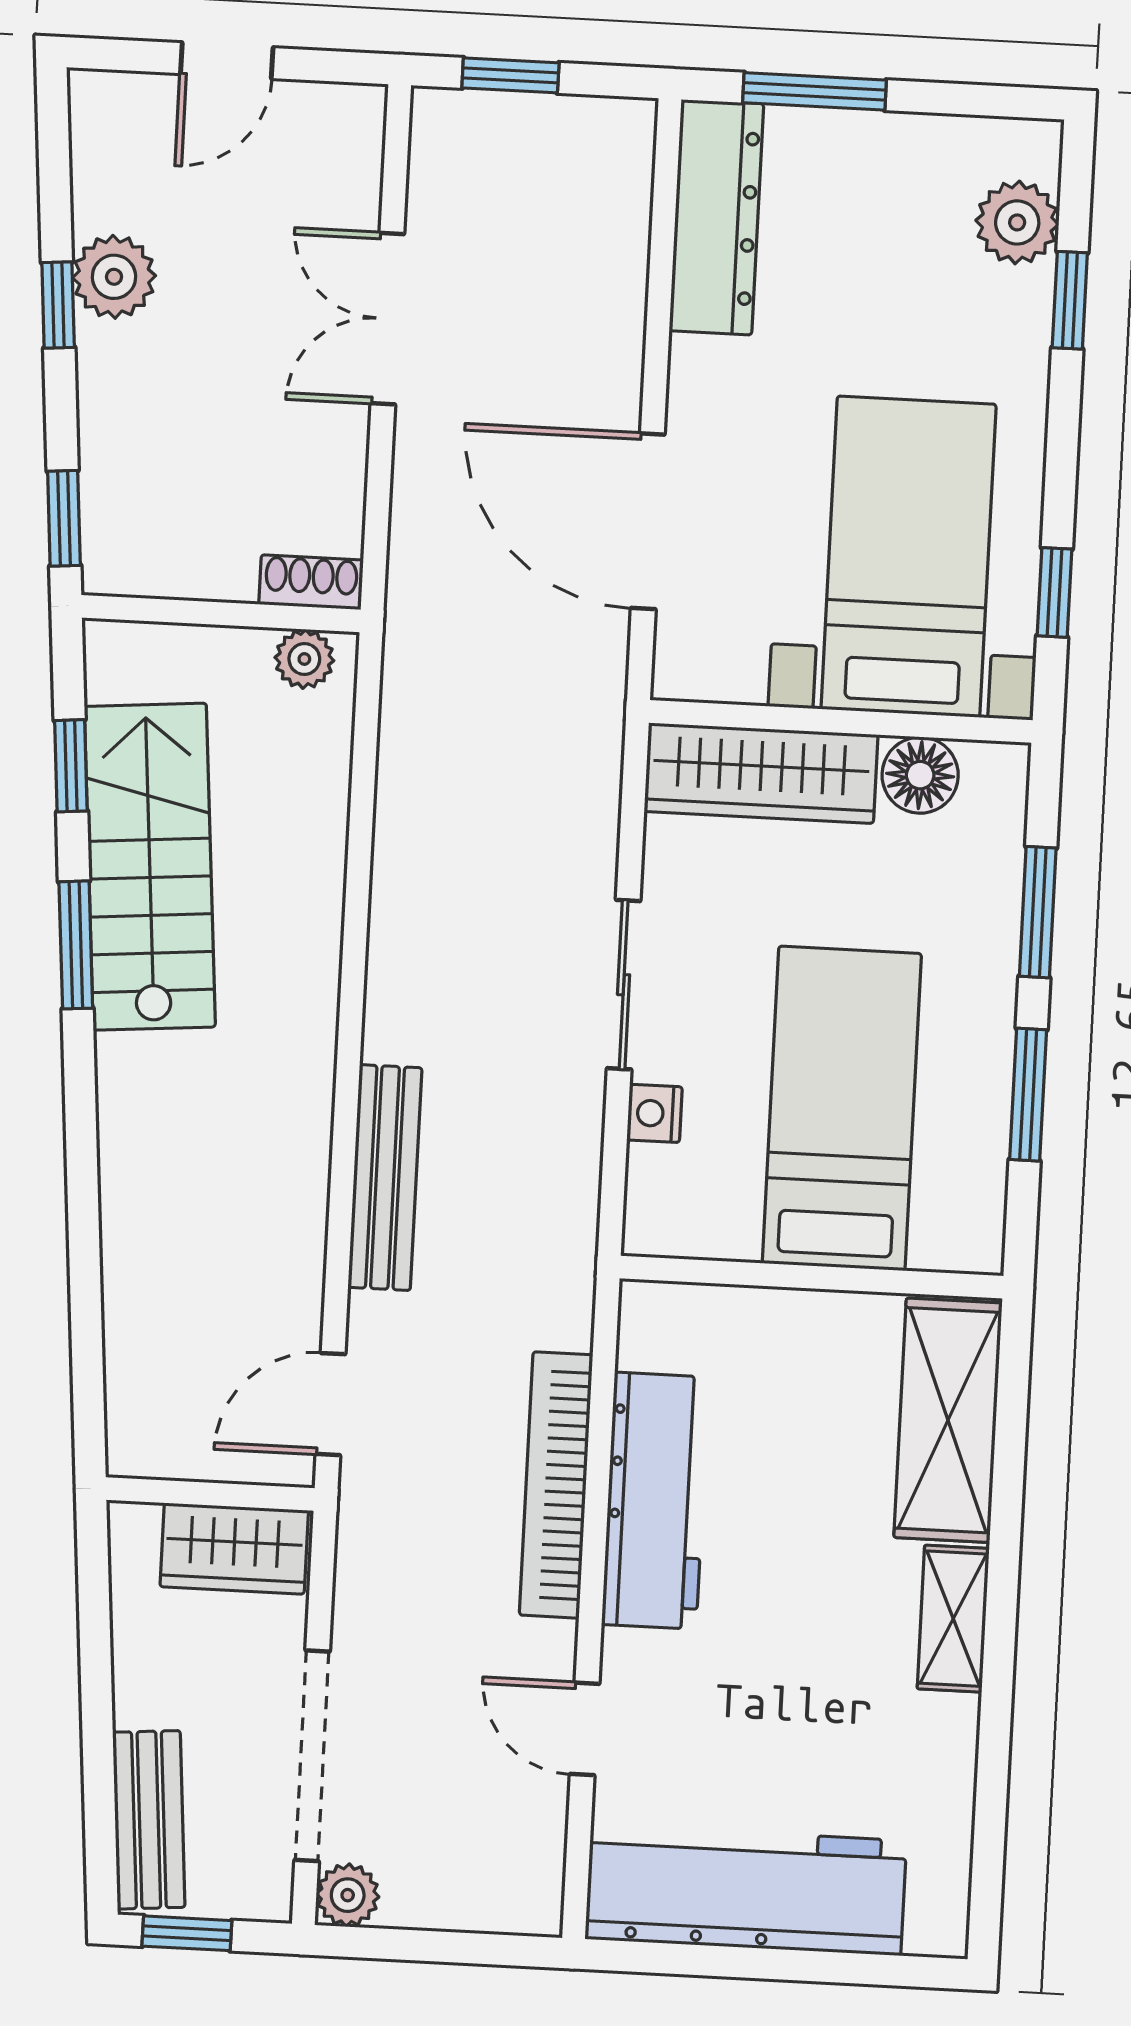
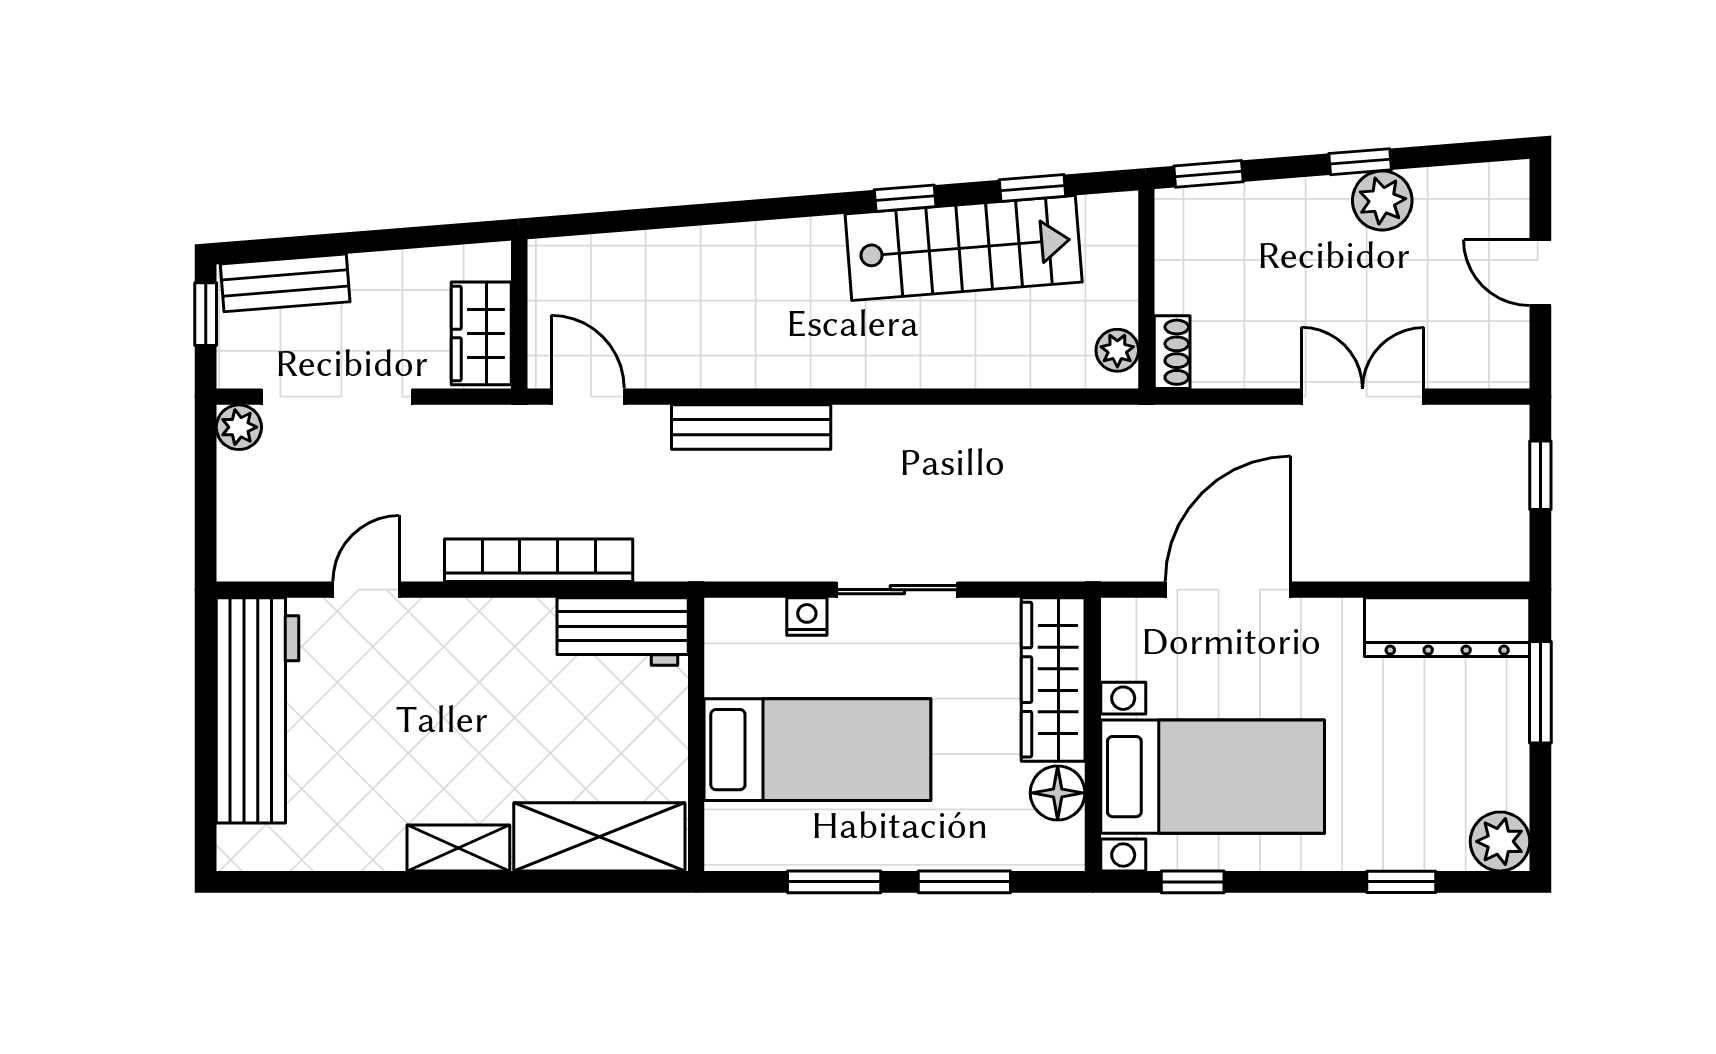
plant: (1017, 222) -> (1500, 841), moved
window: (76, 945) -> (905, 198), width x0.67
workbench: (655, 1501) -> (623, 632), moved, width x0.73

